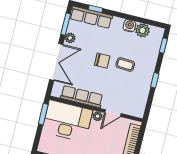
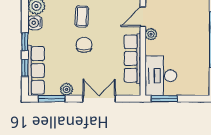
window: (116, 14) -> (25, 42), added
double door: (56, 62) -> (99, 99), width x0.73
door: (113, 113) -> (143, 17), swing flipped
desk: (67, 121) -> (161, 76), width x0.73, depth x0.77

